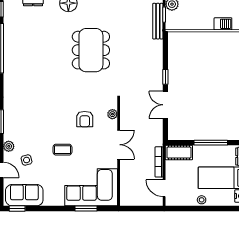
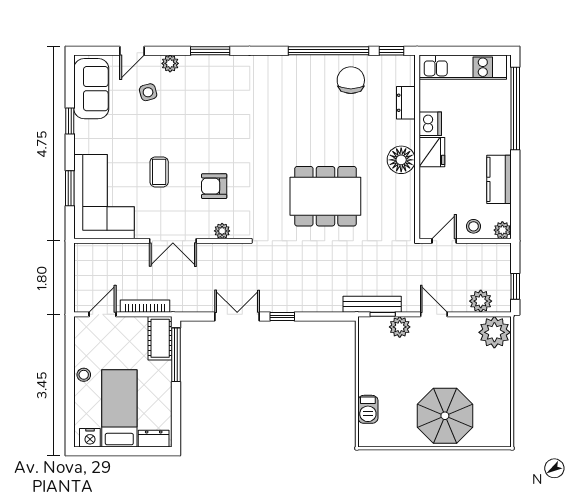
chair: (19, 34) -> (351, 80), added
window: (211, 143) -> (176, 355), moved
coffee table: (62, 150) -> (159, 172), moved
window: (17, 208) -> (70, 121), moved

